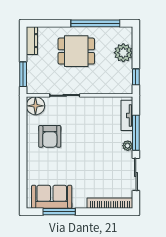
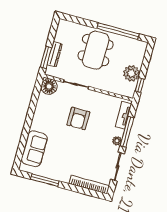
dresser: (32, 41) -> (55, 54), moved
dining table: (76, 51) -> (96, 50), width x1.38
plant: (123, 53) -> (132, 73), moved
armchair: (50, 136) -> (78, 118), moved
sofa: (52, 197) -> (34, 149), moved, turned 90

